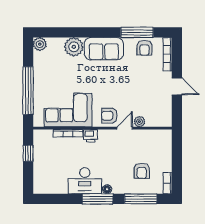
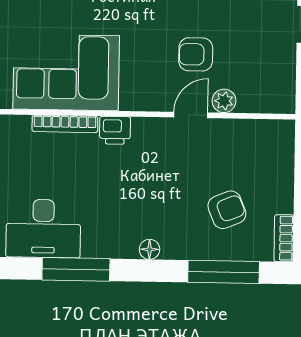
armchair: (109, 116) -> (196, 54), moved
armchair: (142, 171) -> (227, 210), turned -112
desk: (85, 181) -> (43, 229), moved
window: (98, 199) -> (76, 269), moved

